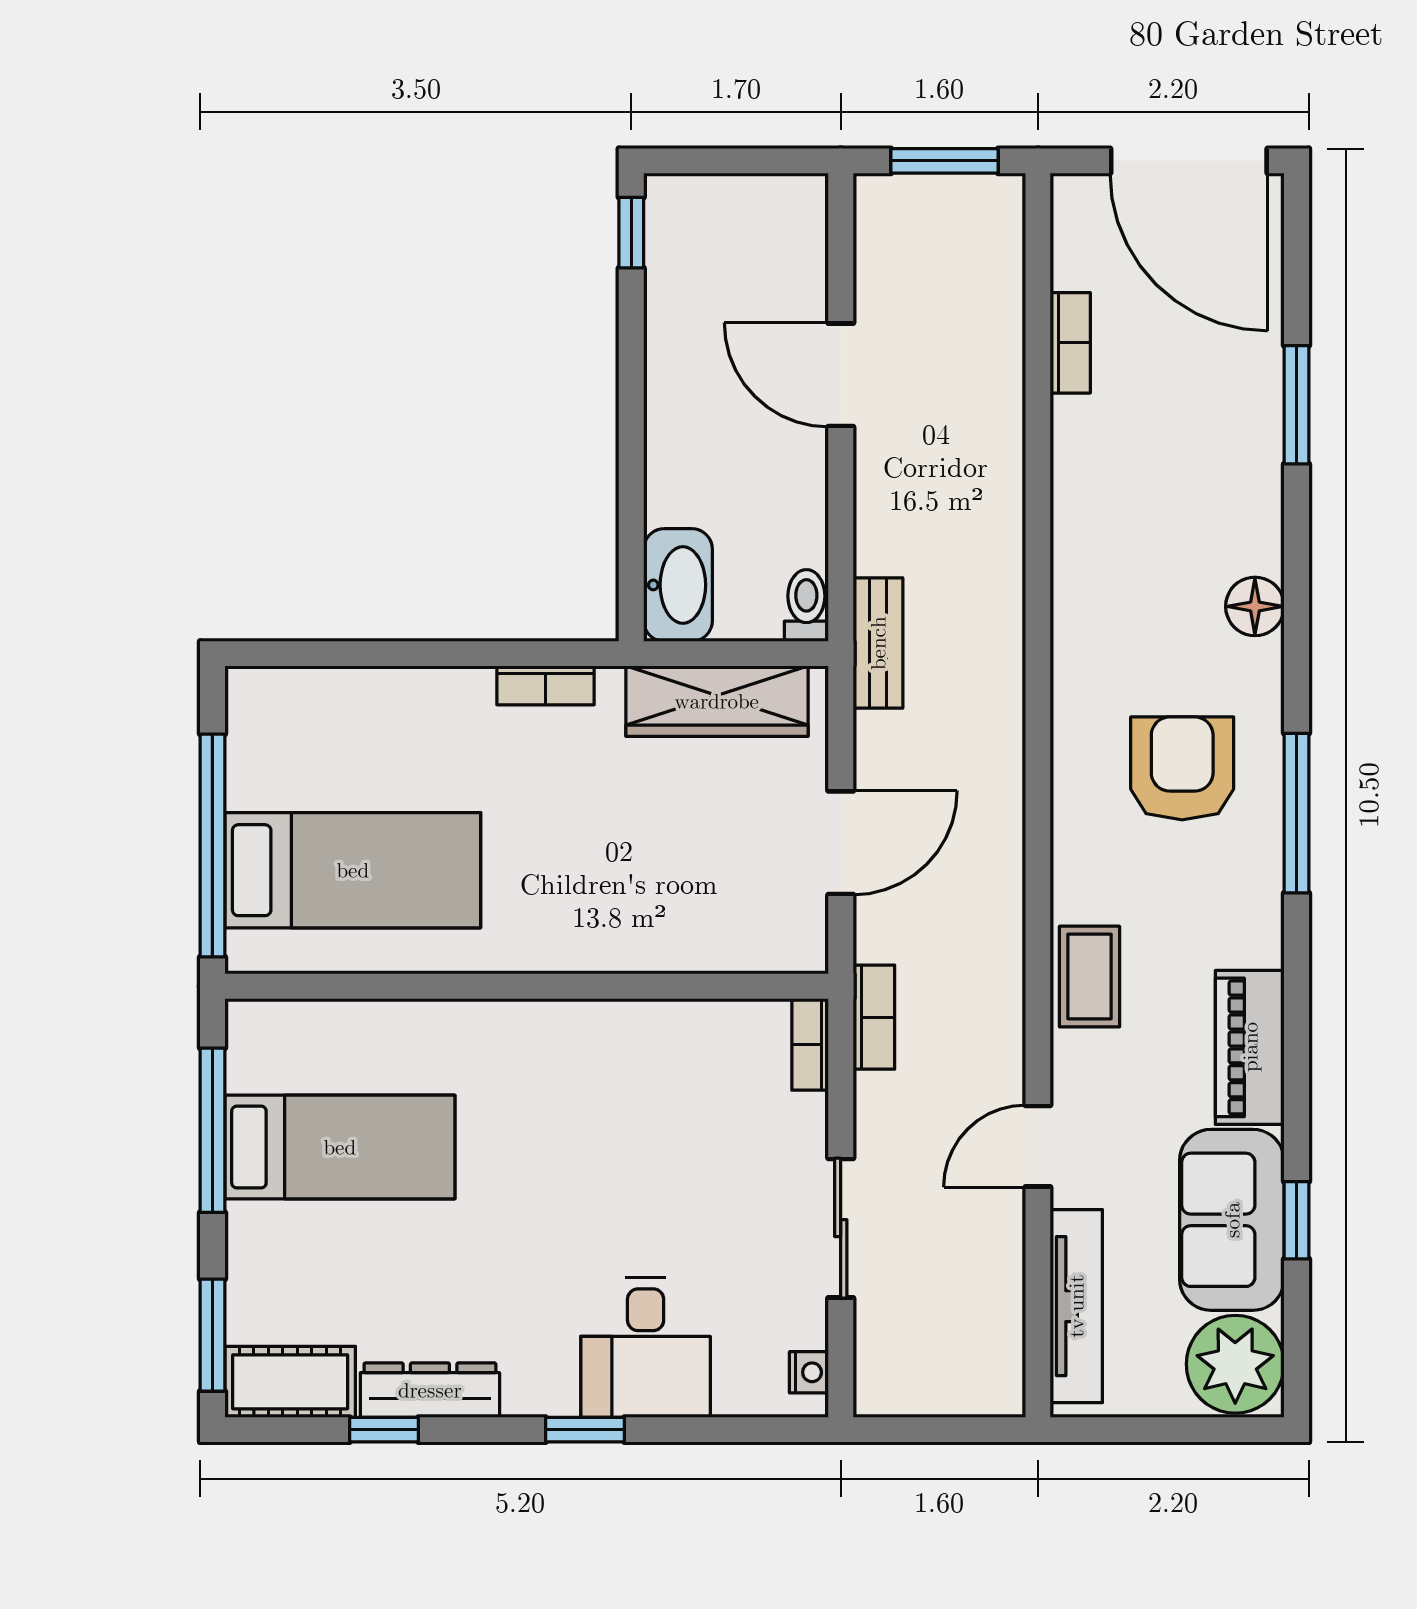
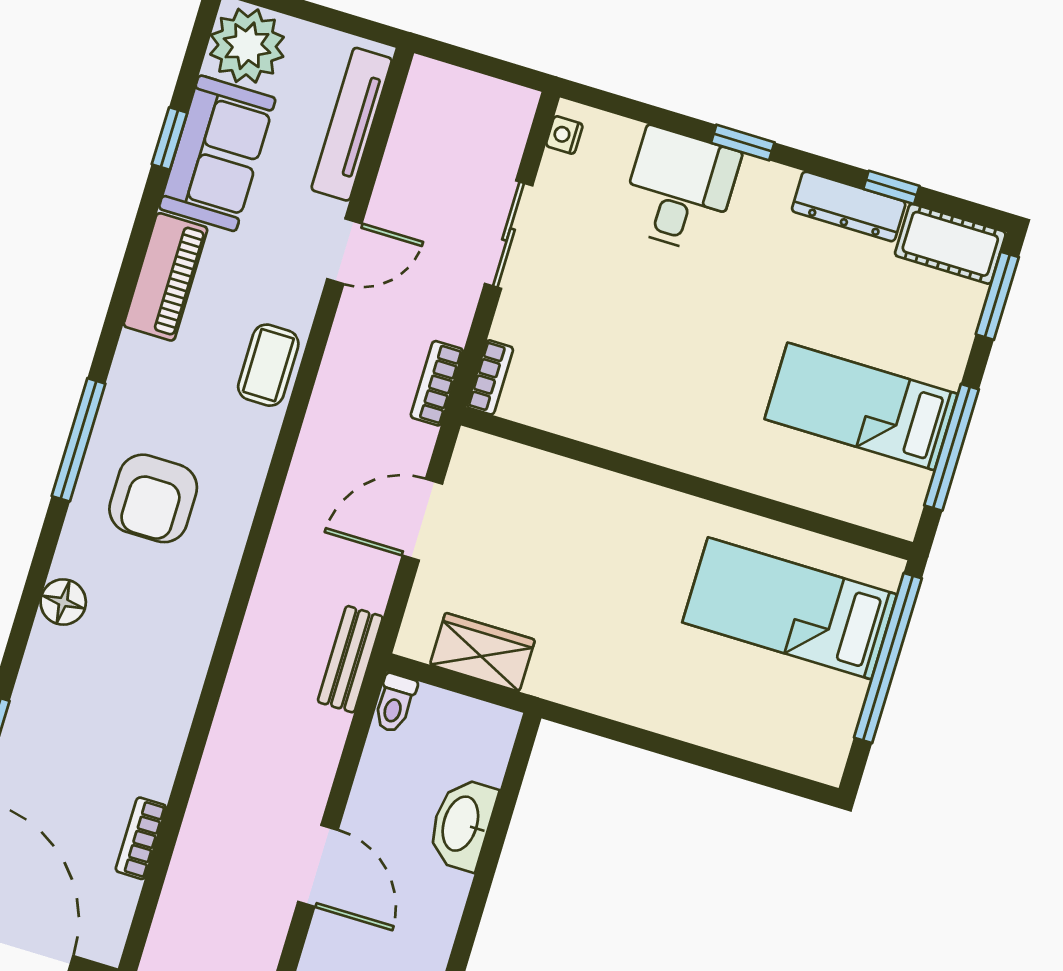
washbasin: (678, 585) -> (462, 824), moved
bookcase: (545, 685) -> (606, 702), removed
wardrobe: (717, 701) -> (482, 652), width x0.67

